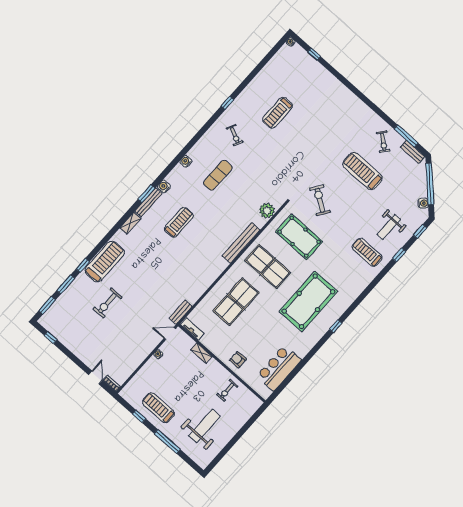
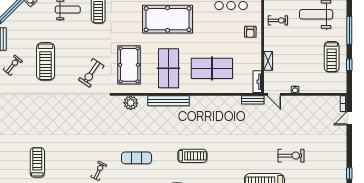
treadmill: (278, 113) -> (37, 162), moved, turned -90
treadmill: (179, 222) -> (192, 156), turned 180

